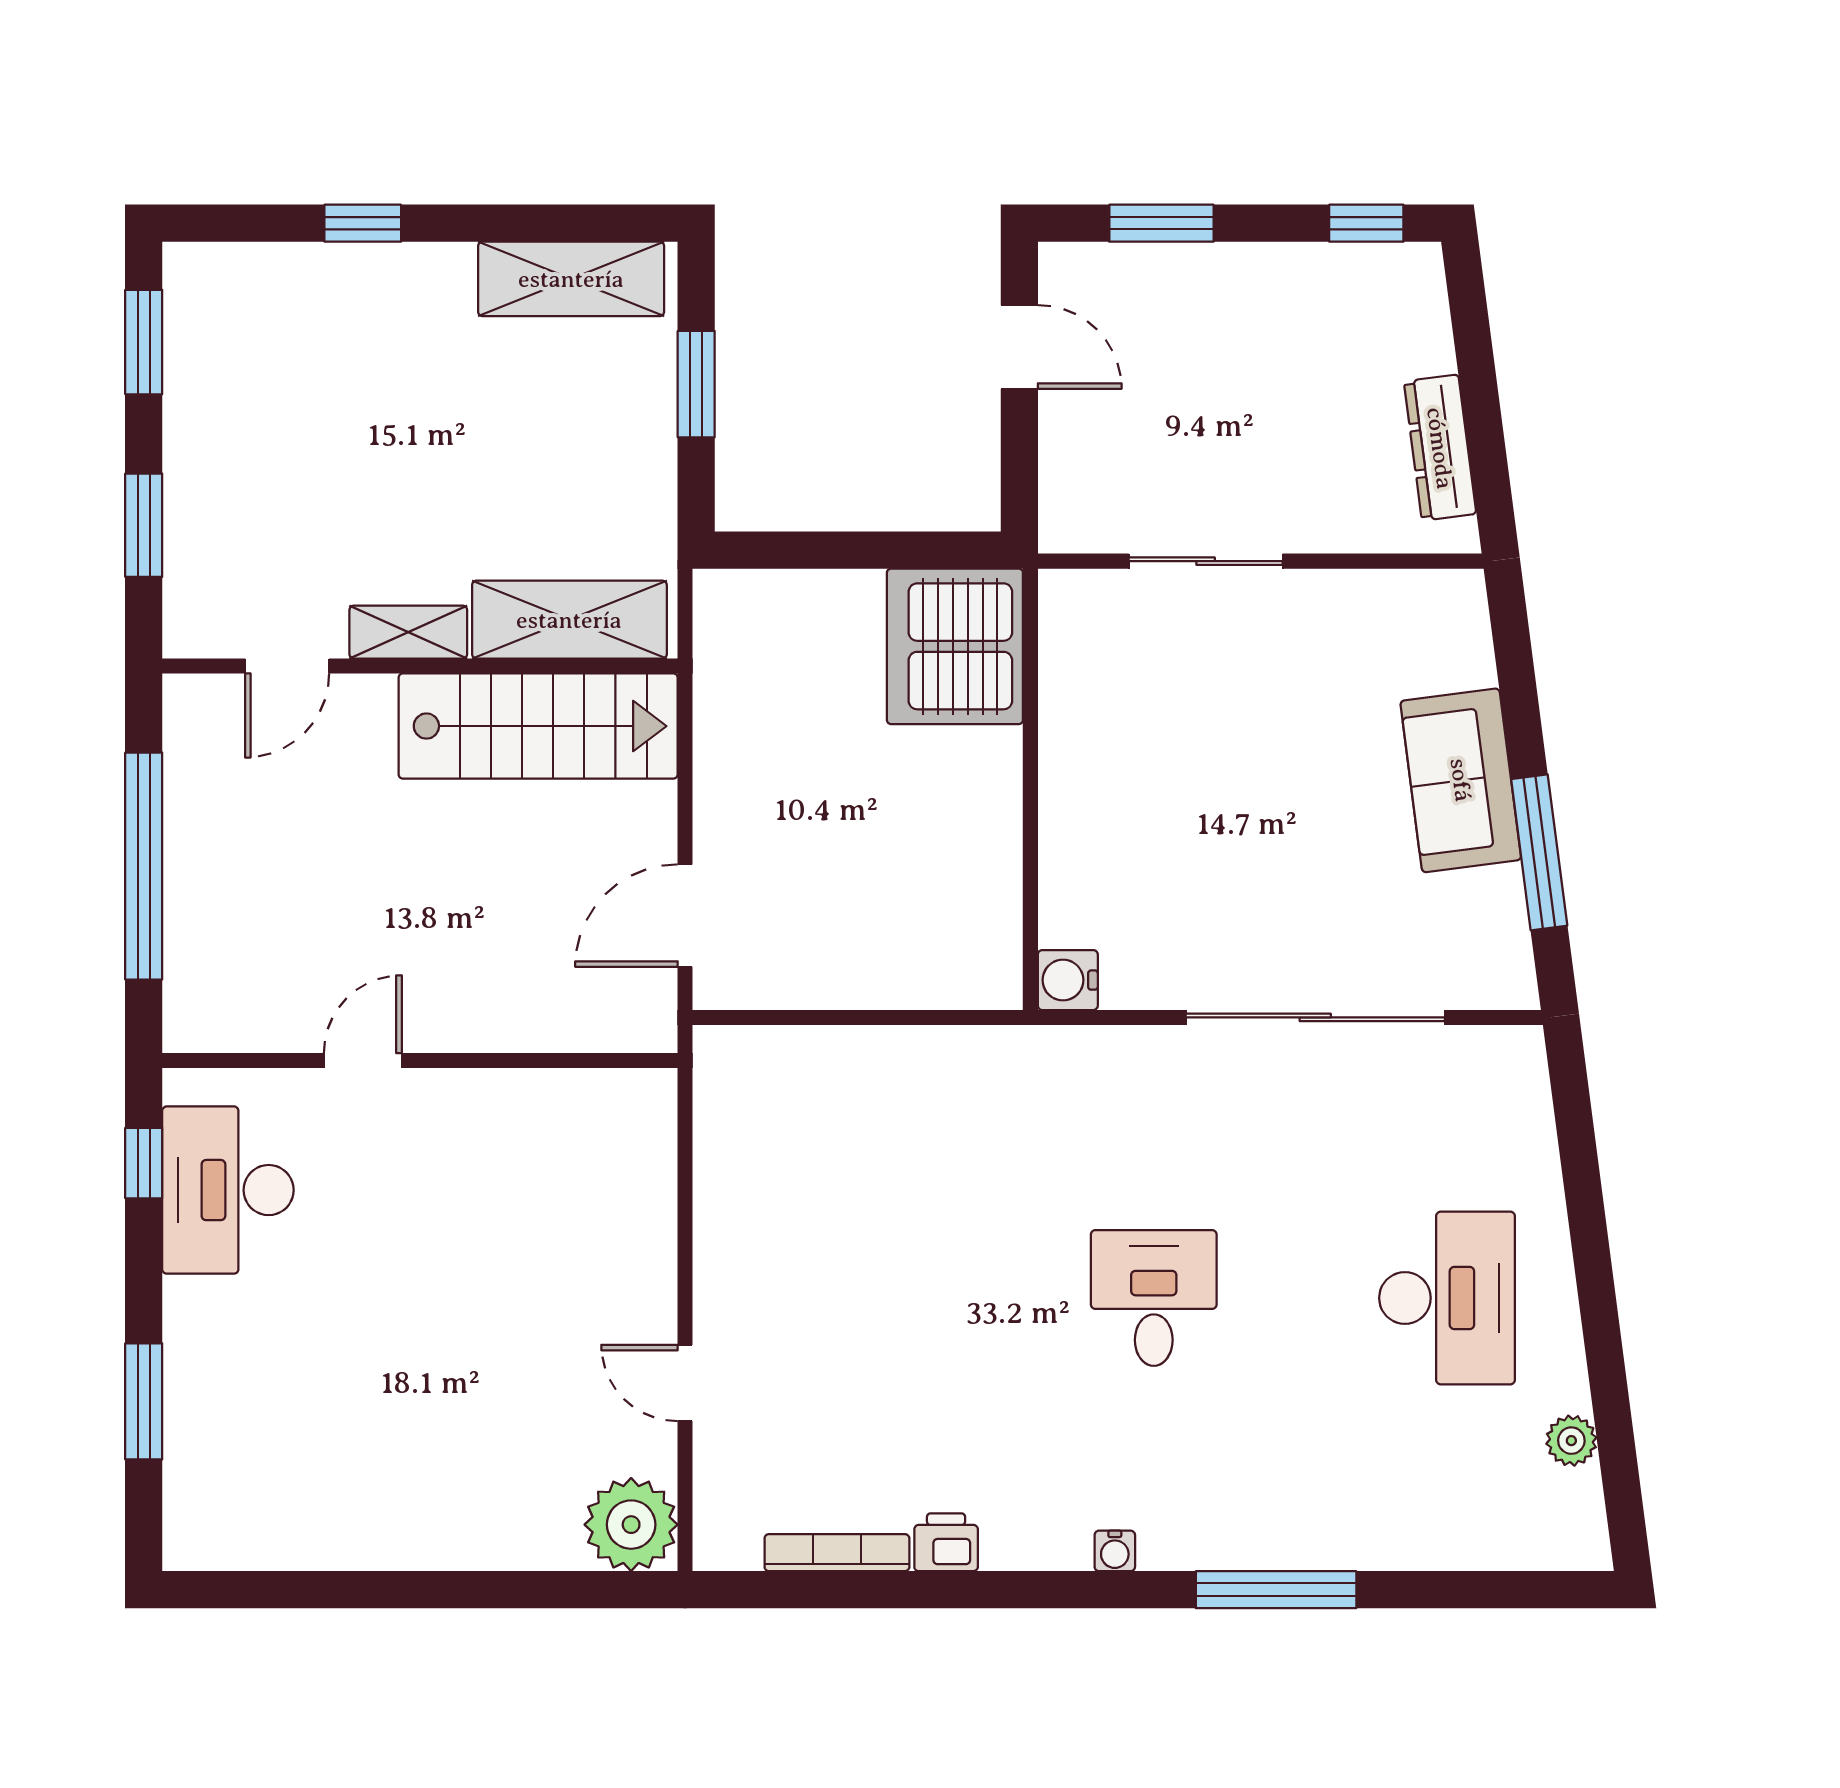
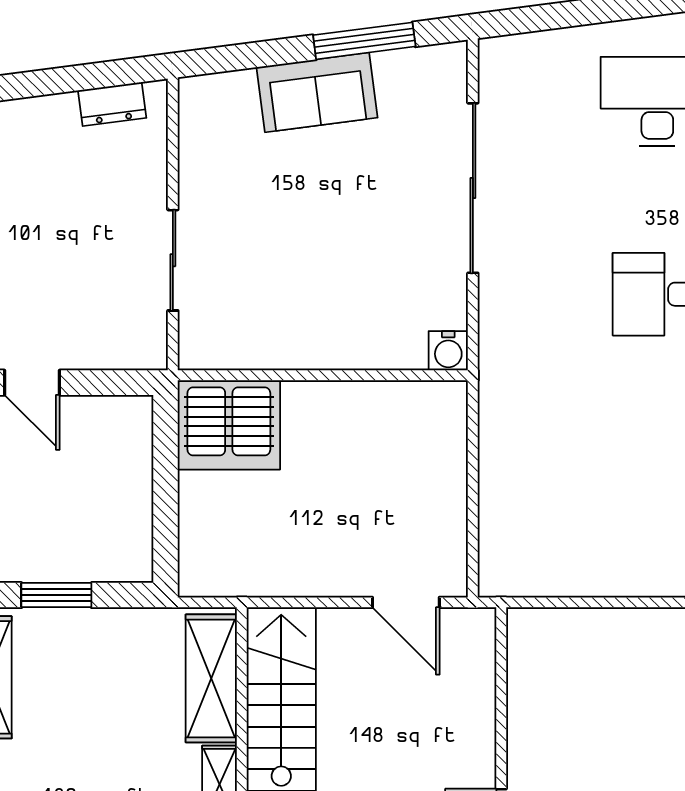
door: (1019, 347) -> (32, 383), swing flipped
dresser: (1440, 448) -> (112, 104), width x0.70

